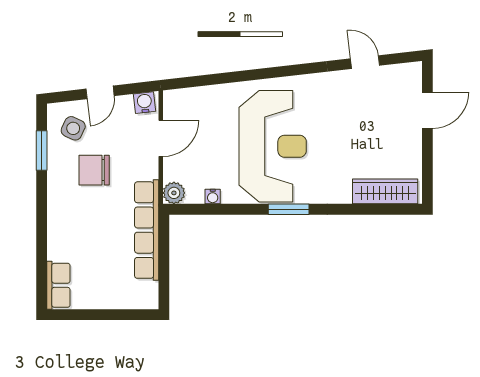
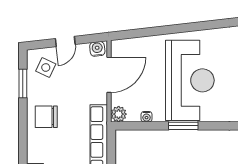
door: (161, 138) -> (109, 75), width x1.36
chair: (94, 170) -> (46, 117), moved
window: (289, 209) -> (183, 126), moved

